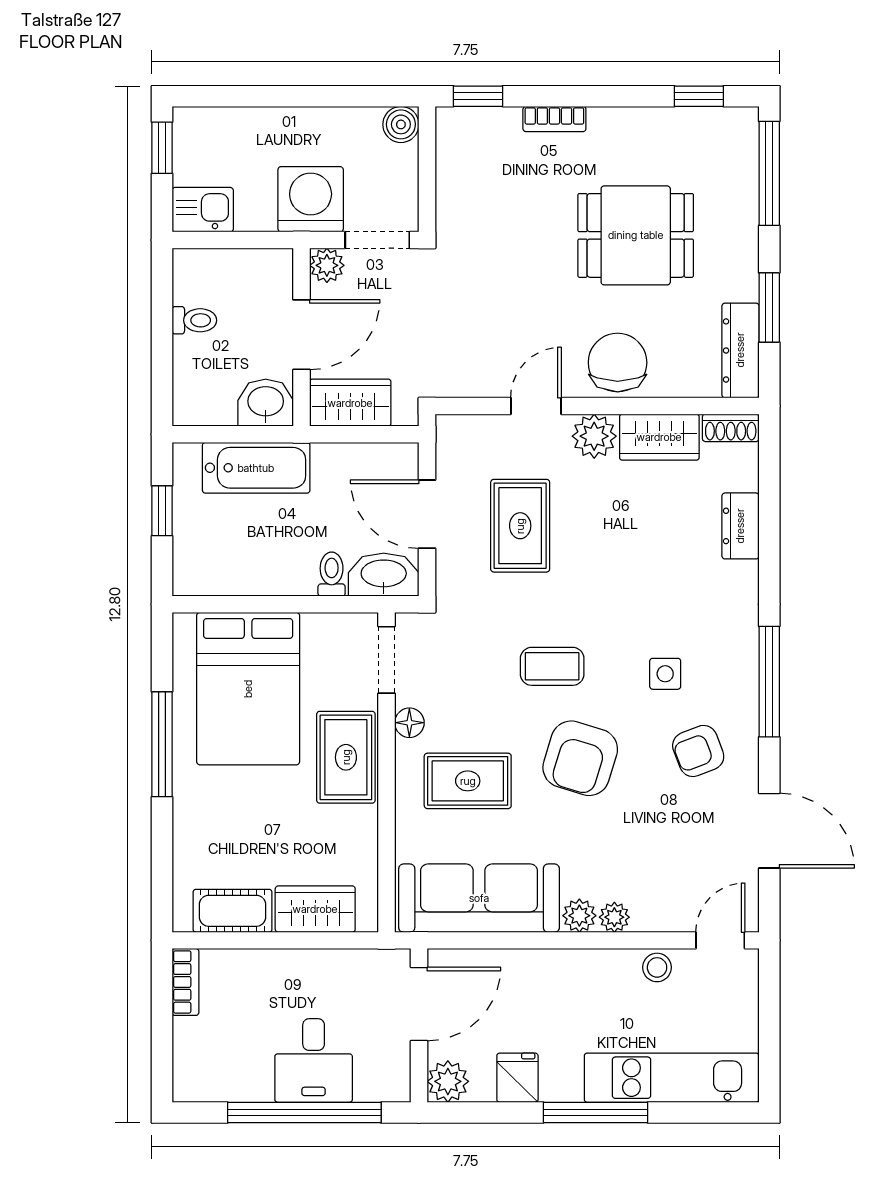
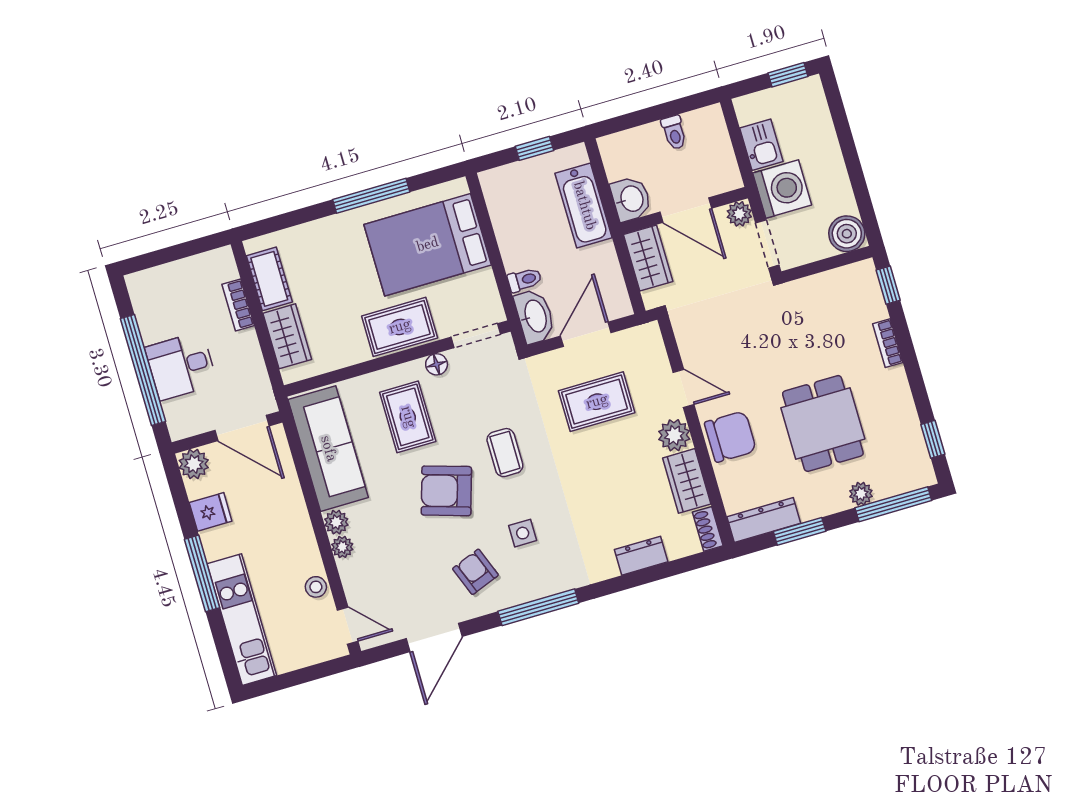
boiler: (401, 124) -> (847, 234), width x1.36, depth x1.36
kitchen sink: (203, 210) -> (761, 145), moved
plant: (743, 212) -> (861, 494), added
bookcase: (185, 982) -> (238, 305), moved, turned 90

